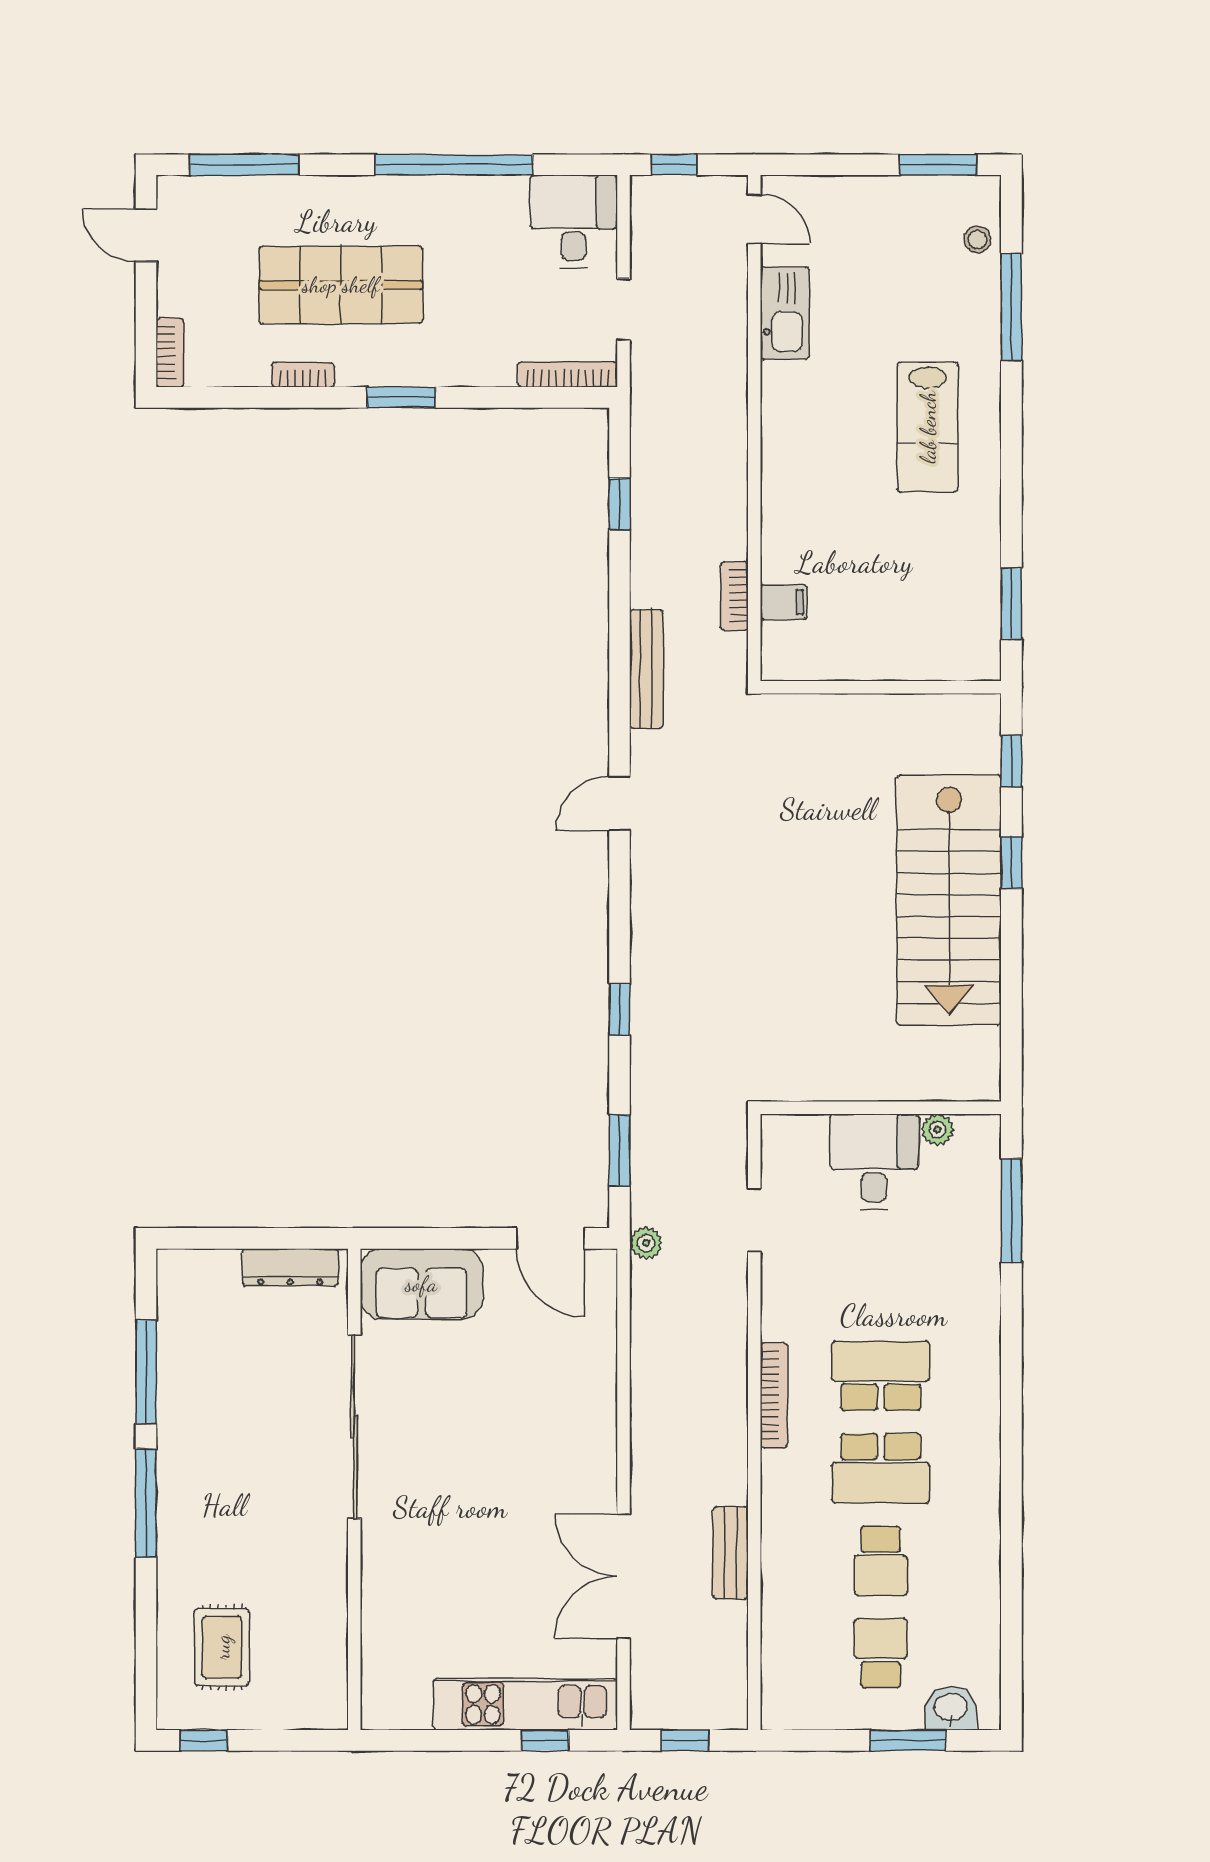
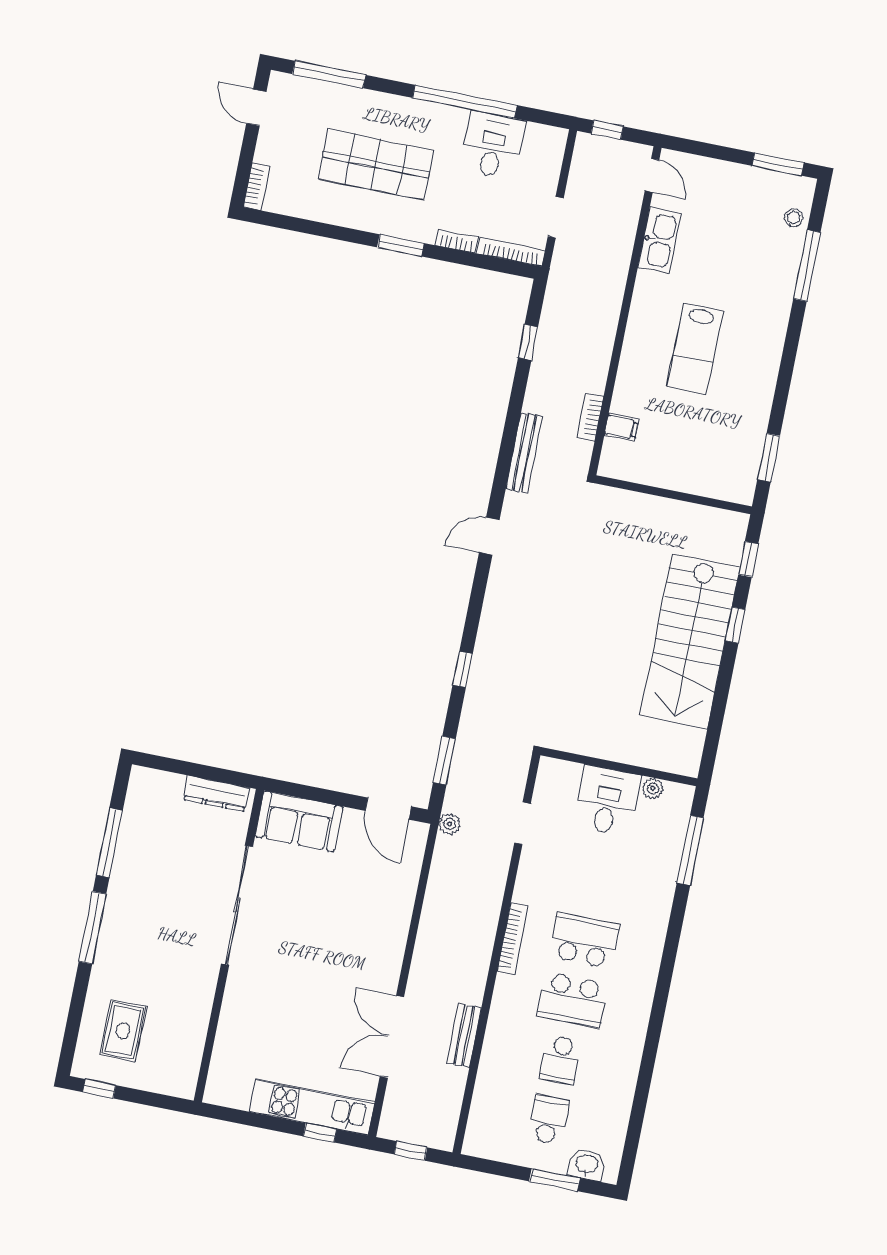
desk: (573, 221) -> (493, 145), moved
bookcase: (303, 375) -> (457, 241), moved
lab bench: (928, 427) -> (695, 349), moved

